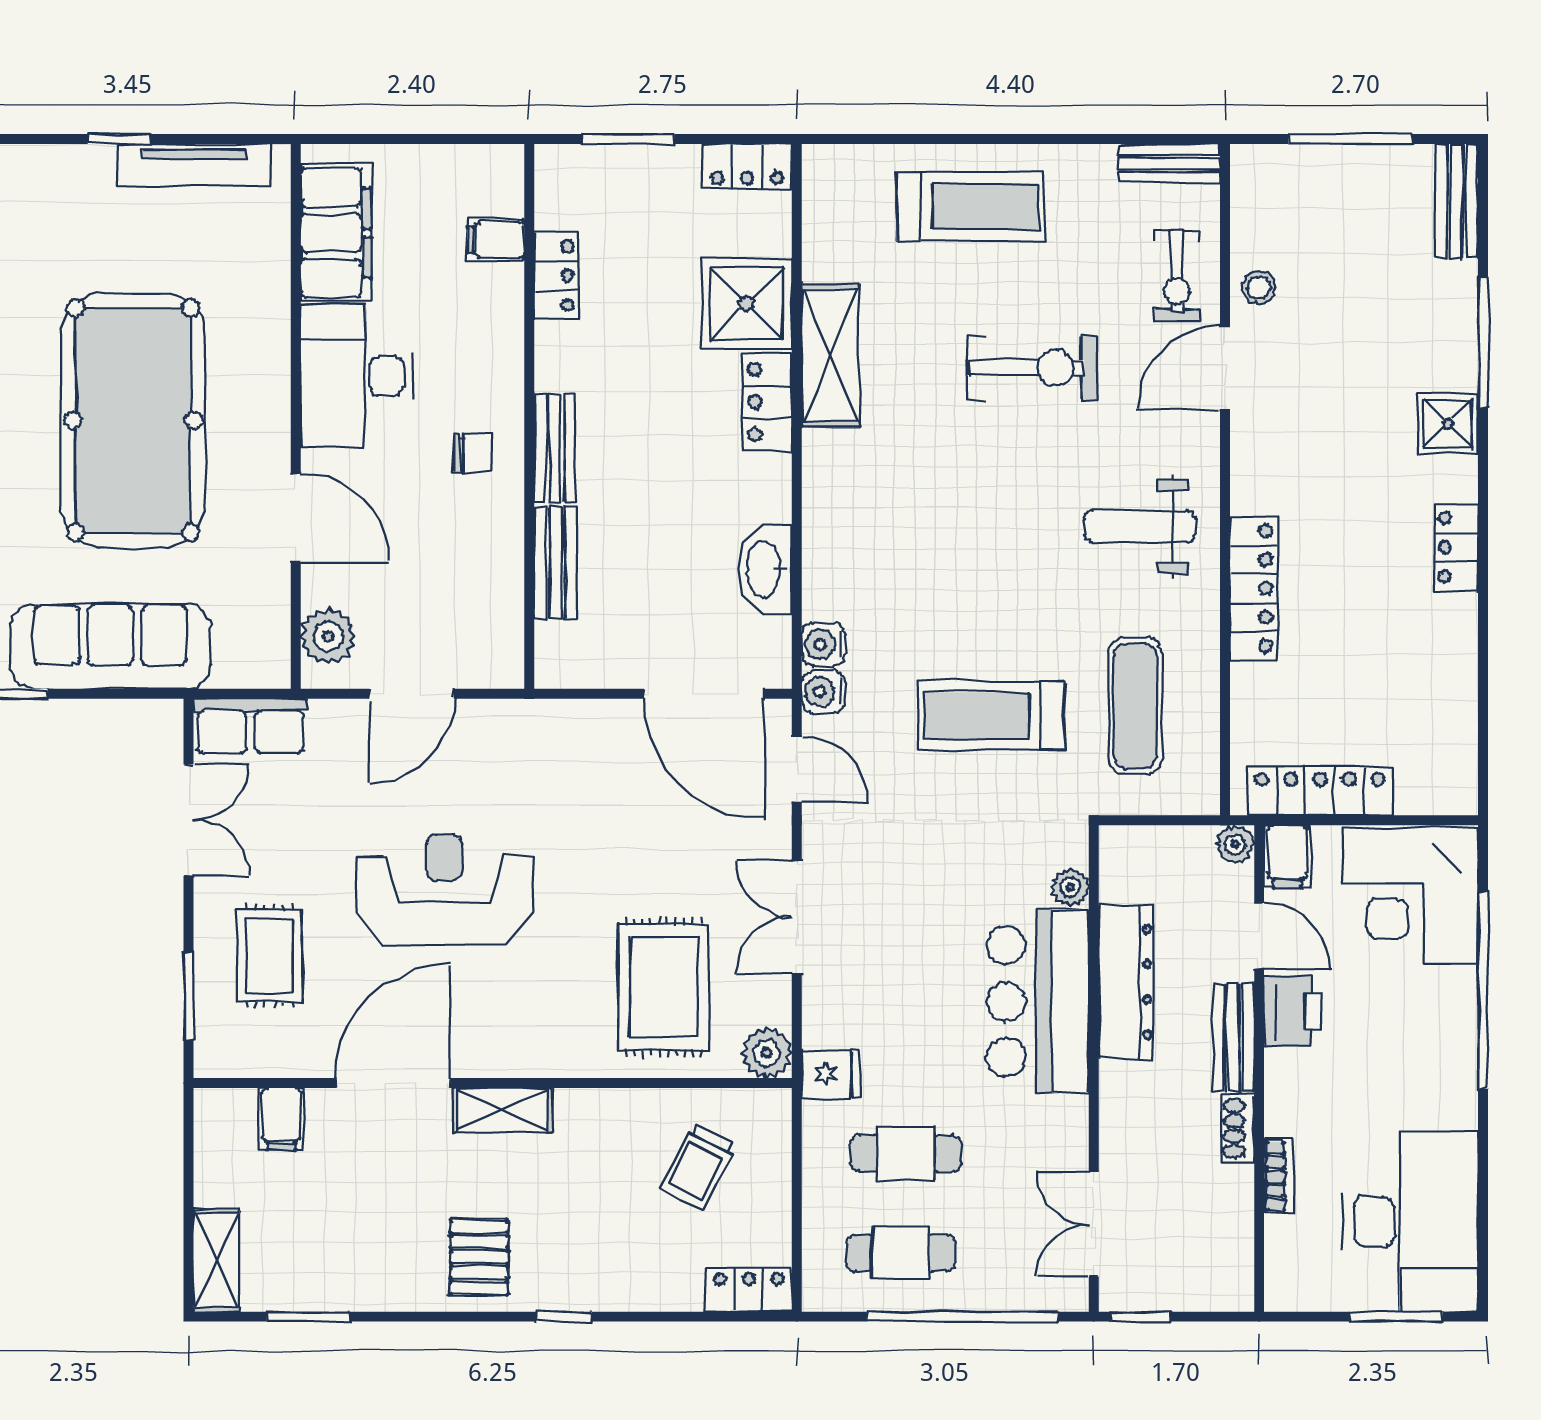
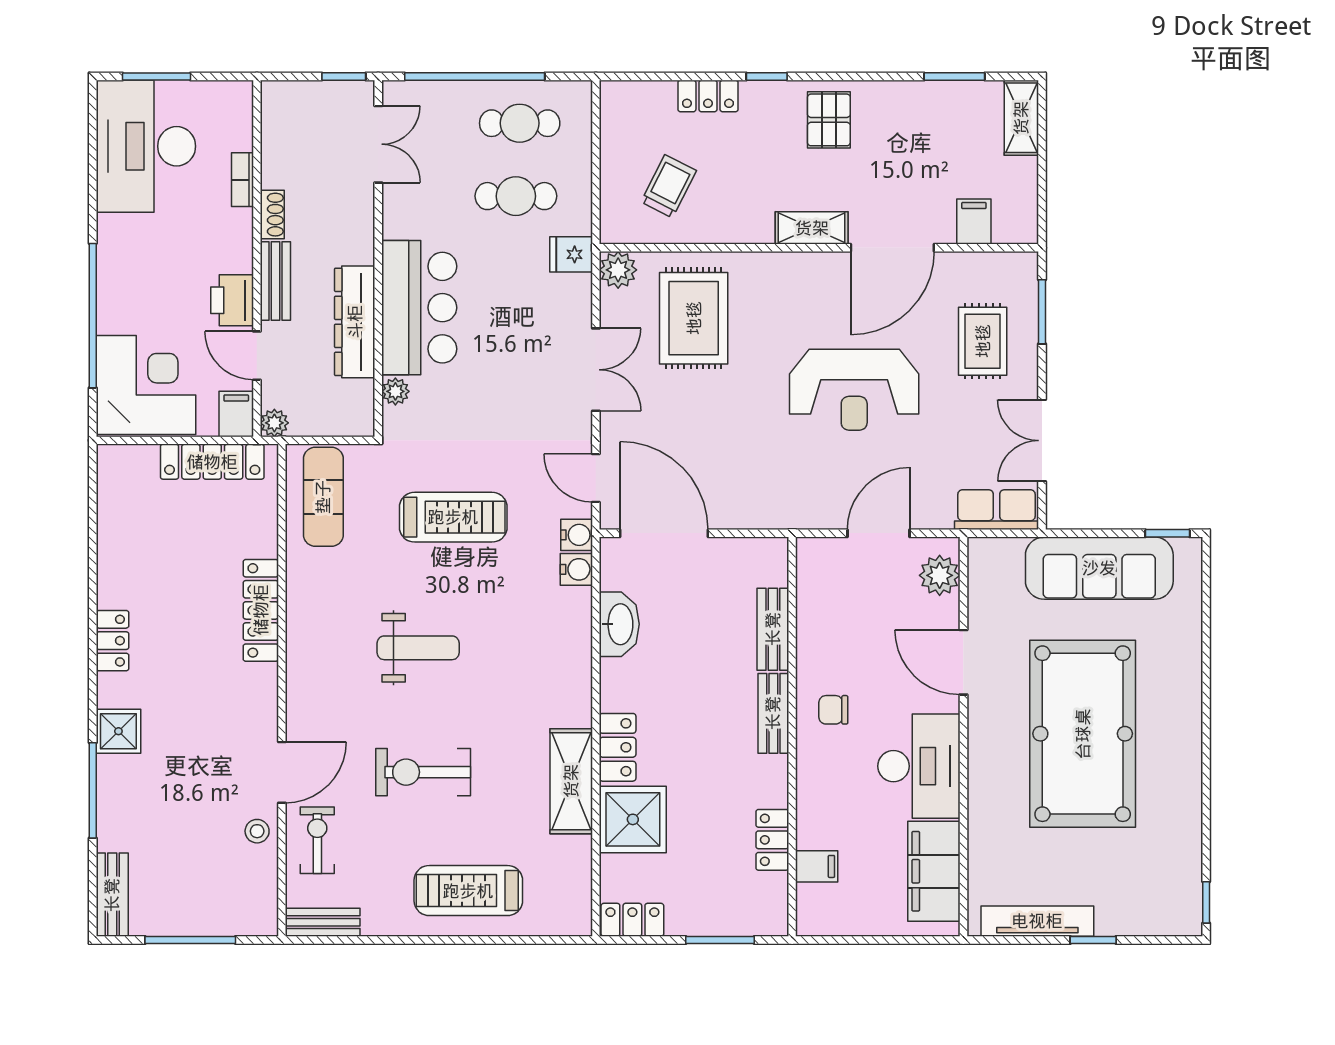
weight bench: (1139, 527) -> (418, 648), moved
exercise mat: (1135, 706) -> (323, 497), moved
locker: (749, 1290) -> (708, 96), moved

